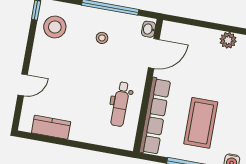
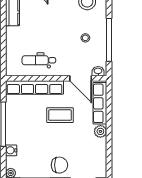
row of seats: (191, 34) -> (100, 103), added
coffee table: (201, 123) -> (60, 115), moved, width x0.73, depth x0.76

